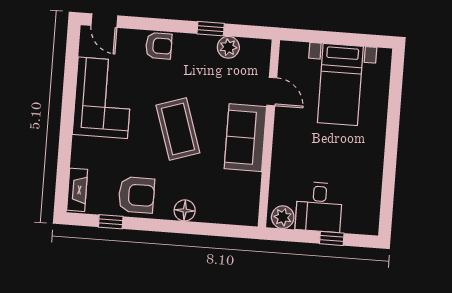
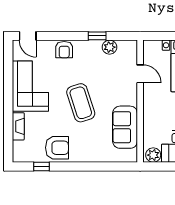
armchair: (159, 46) -> (64, 50), turned 90
sofa: (245, 138) -> (125, 127), moved
fireplace: (77, 190) -> (18, 126), moved
floor lamp: (185, 210) -> (89, 155), removed

